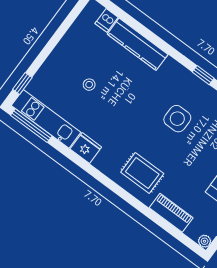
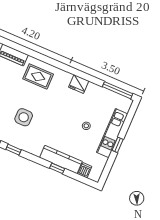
window: (146, 33) -> (57, 168), added
window: (22, 83) -> (118, 145), moved
kitchen unit: (46, 119) -> (112, 133), moved, turned 90

